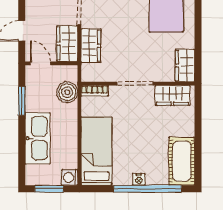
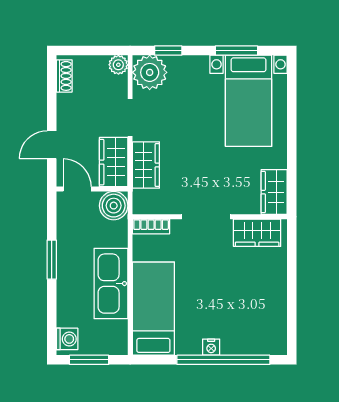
boiler: (67, 92) -> (114, 206), moved
window: (22, 101) -> (52, 260), moved
kitchen sink: (38, 138) -> (111, 284), moved, turned 180
cot: (182, 161) -> (270, 322), removed
washing machine: (70, 177) -> (67, 339), moved, turned 180

